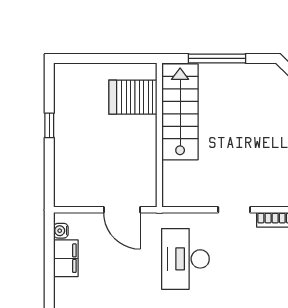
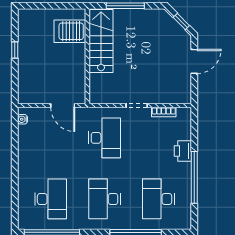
filing cabinet: (66, 258) -> (26, 137), removed
desk: (185, 259) -> (105, 138), turned 180

